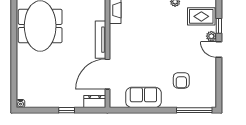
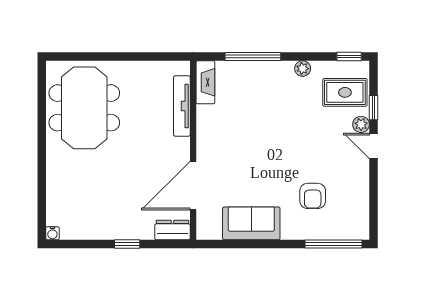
tv unit: (100, 40) -> (182, 106), moved

